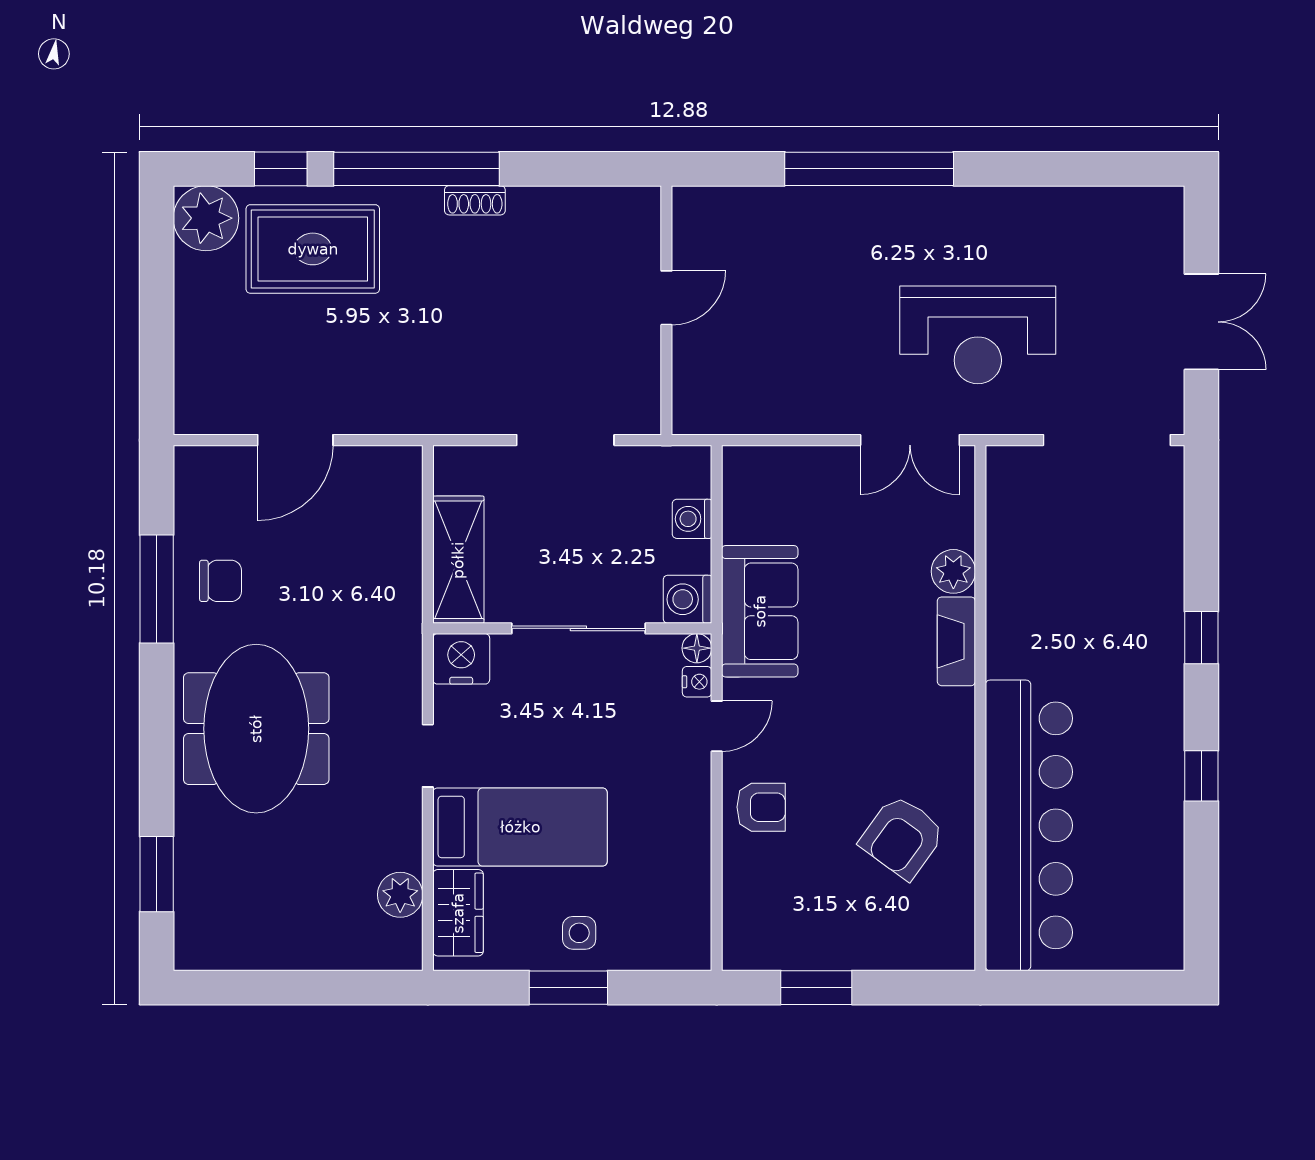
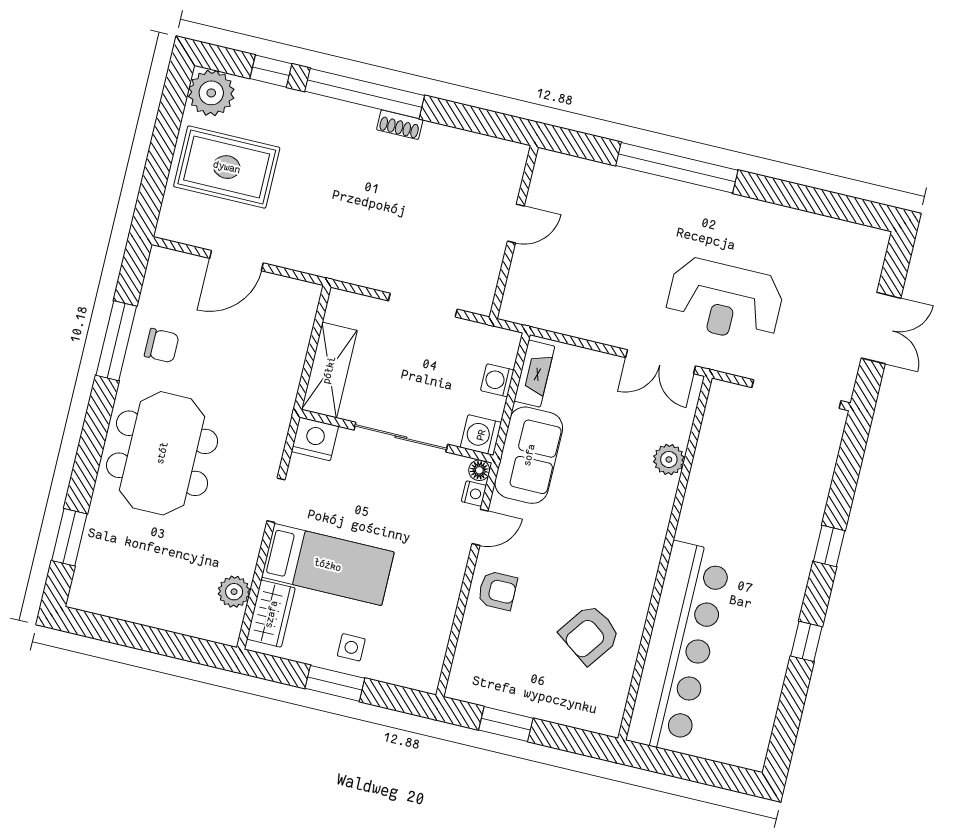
rug: (313, 249) -> (227, 167), moved
fireplace: (956, 641) -> (534, 374), moved, turned 180

